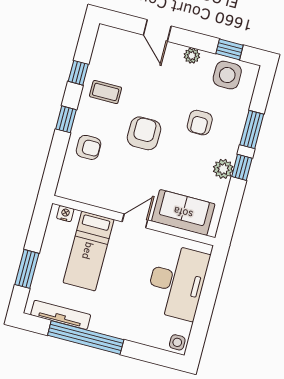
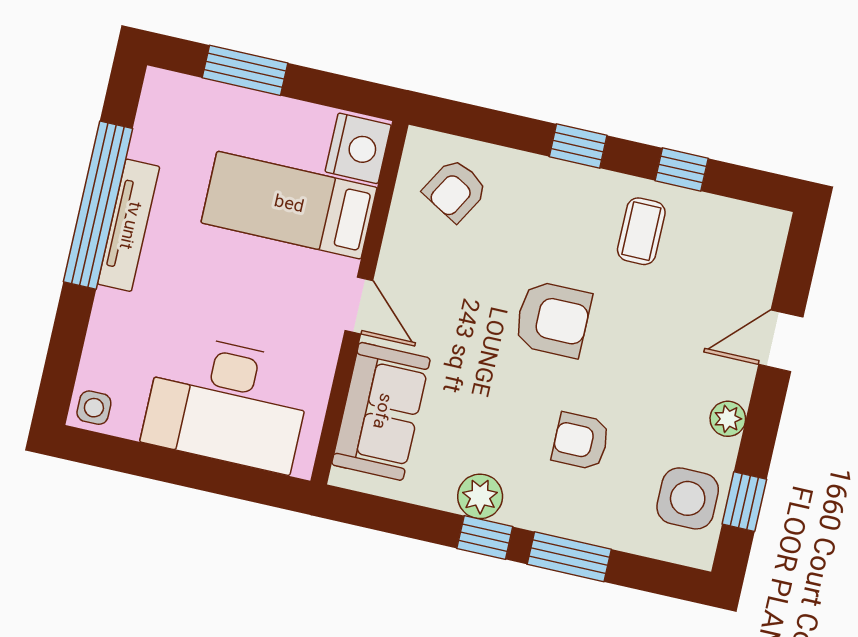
armchair: (89, 147) -> (455, 190), moved, turned 30
nightstand: (65, 214) -> (358, 148), width x1.89, depth x1.79
tv unit: (61, 315) -> (129, 225), moved

